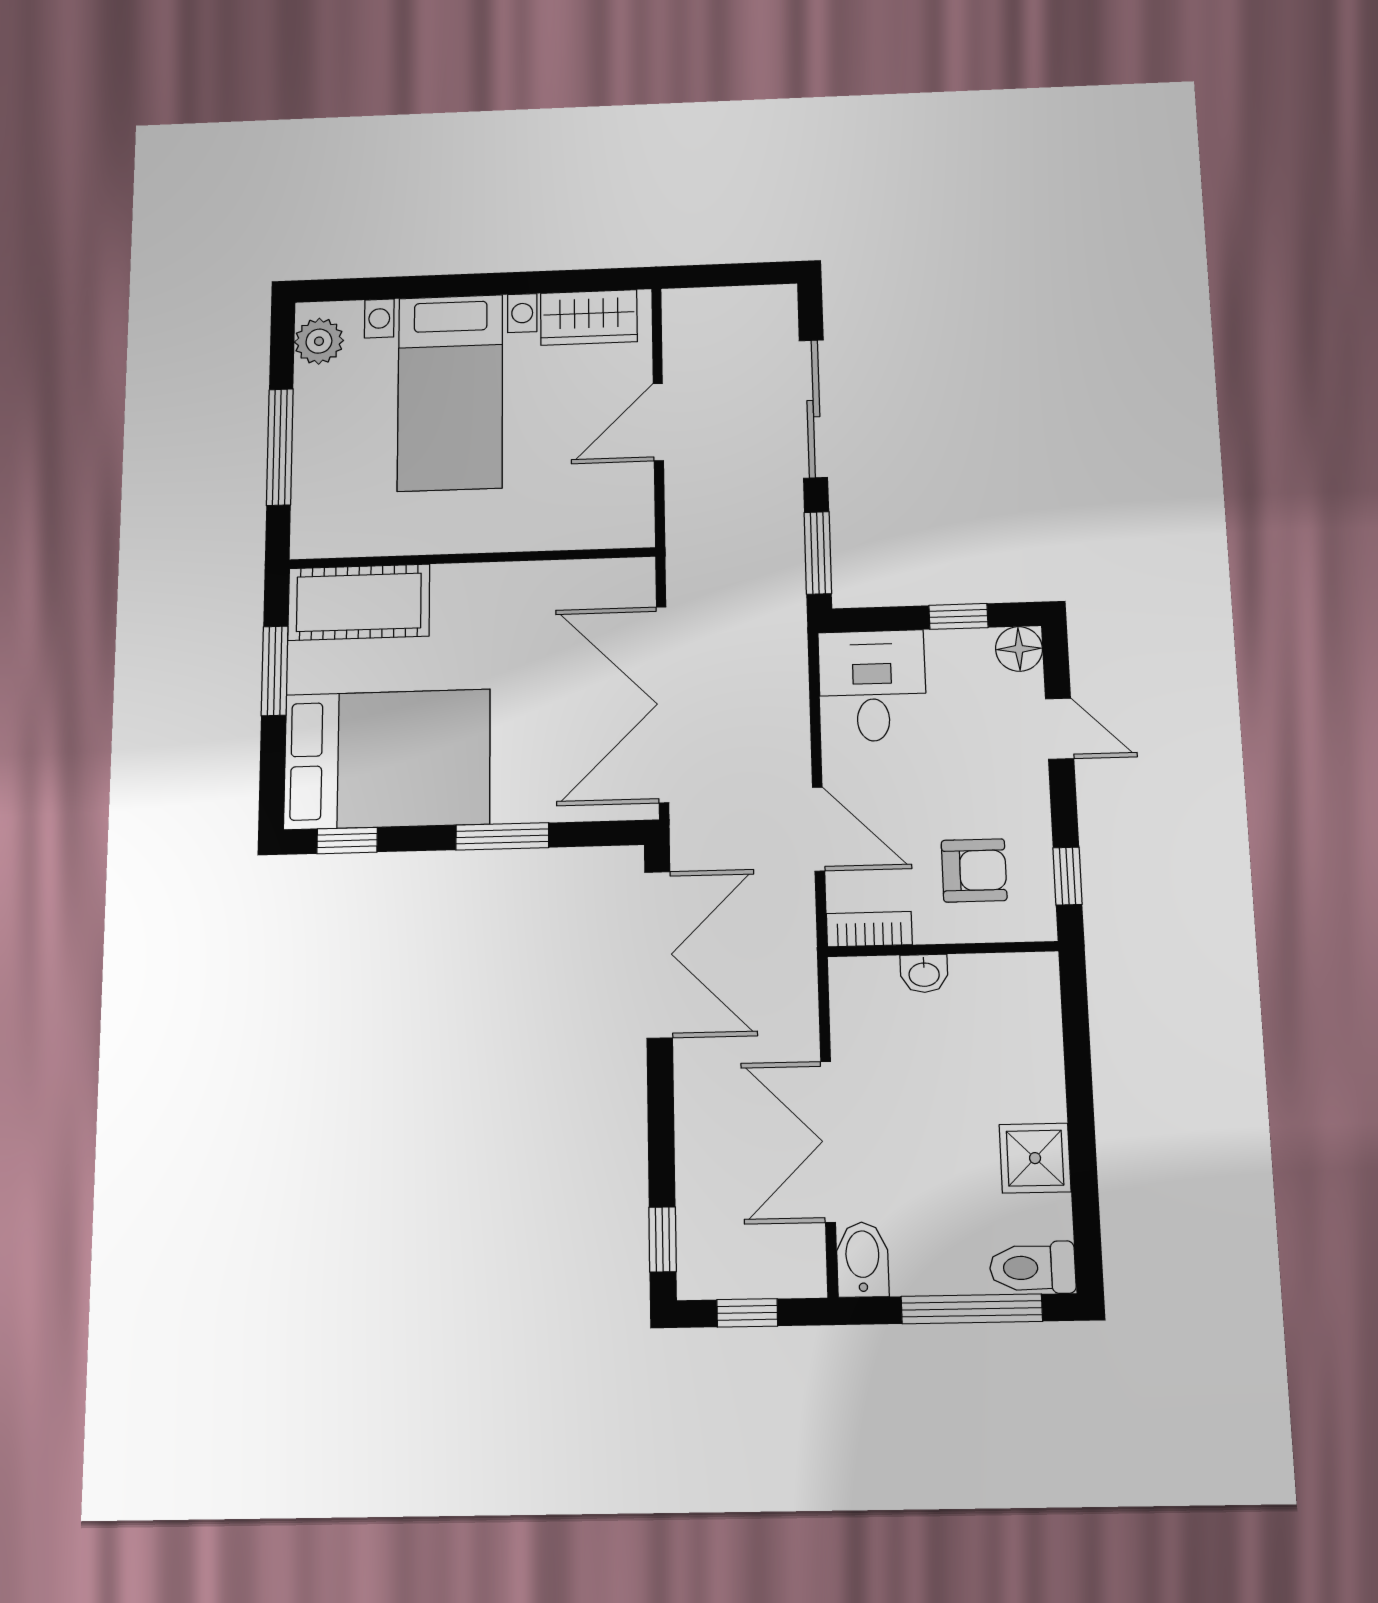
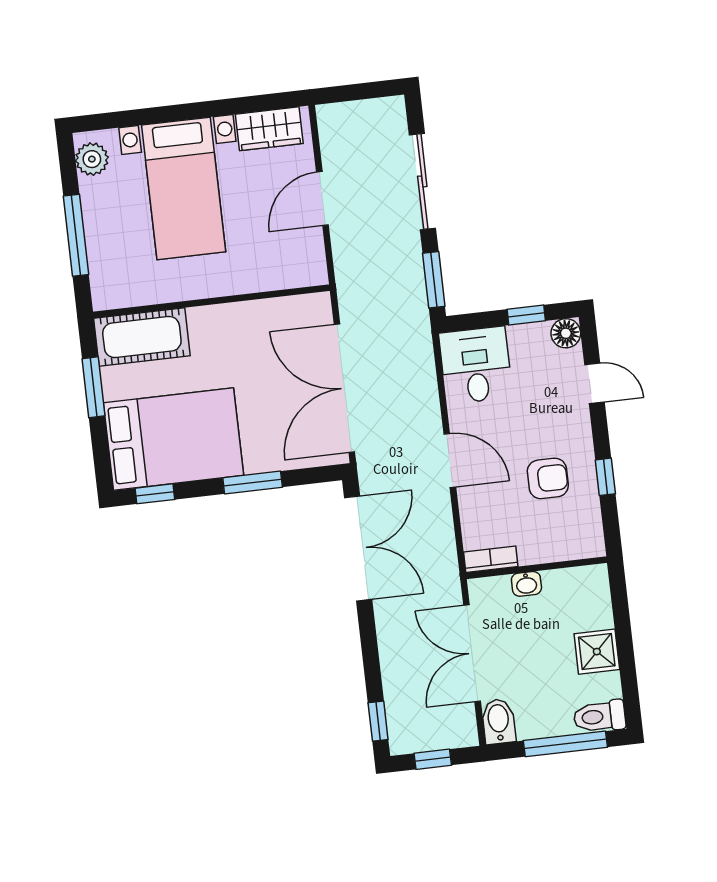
bookcase: (869, 929) -> (491, 559), moved
wall: (943, 949) -> (537, 568), moved
washbasin: (924, 974) -> (526, 584), moved

